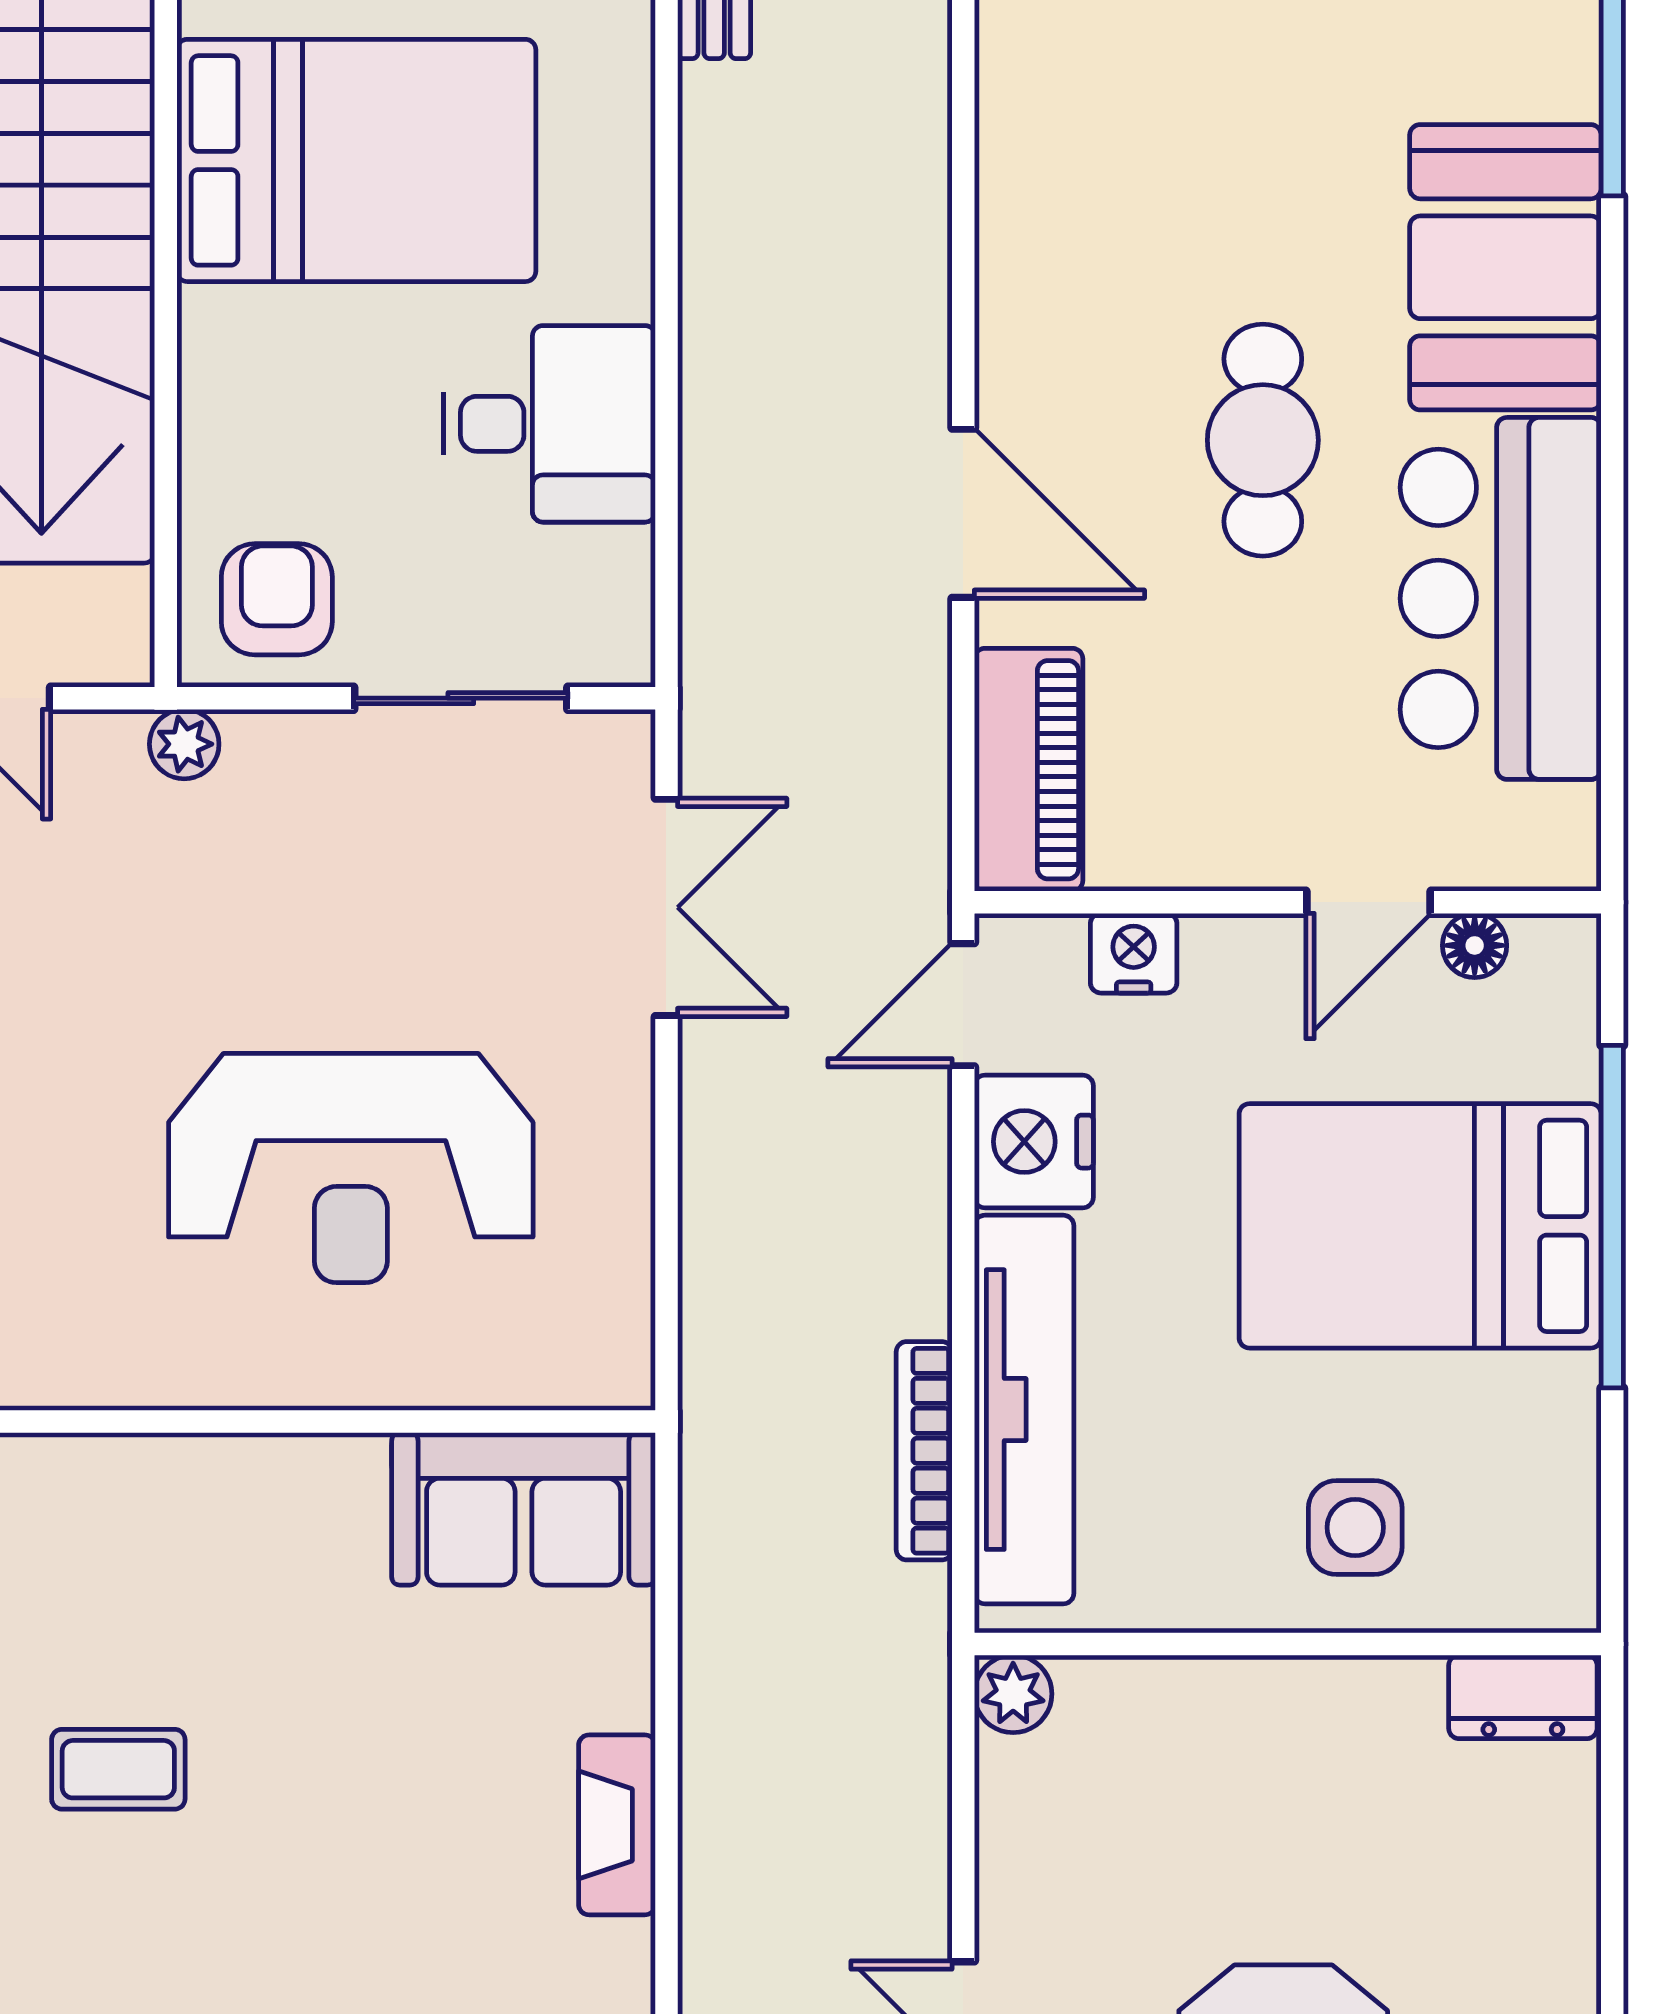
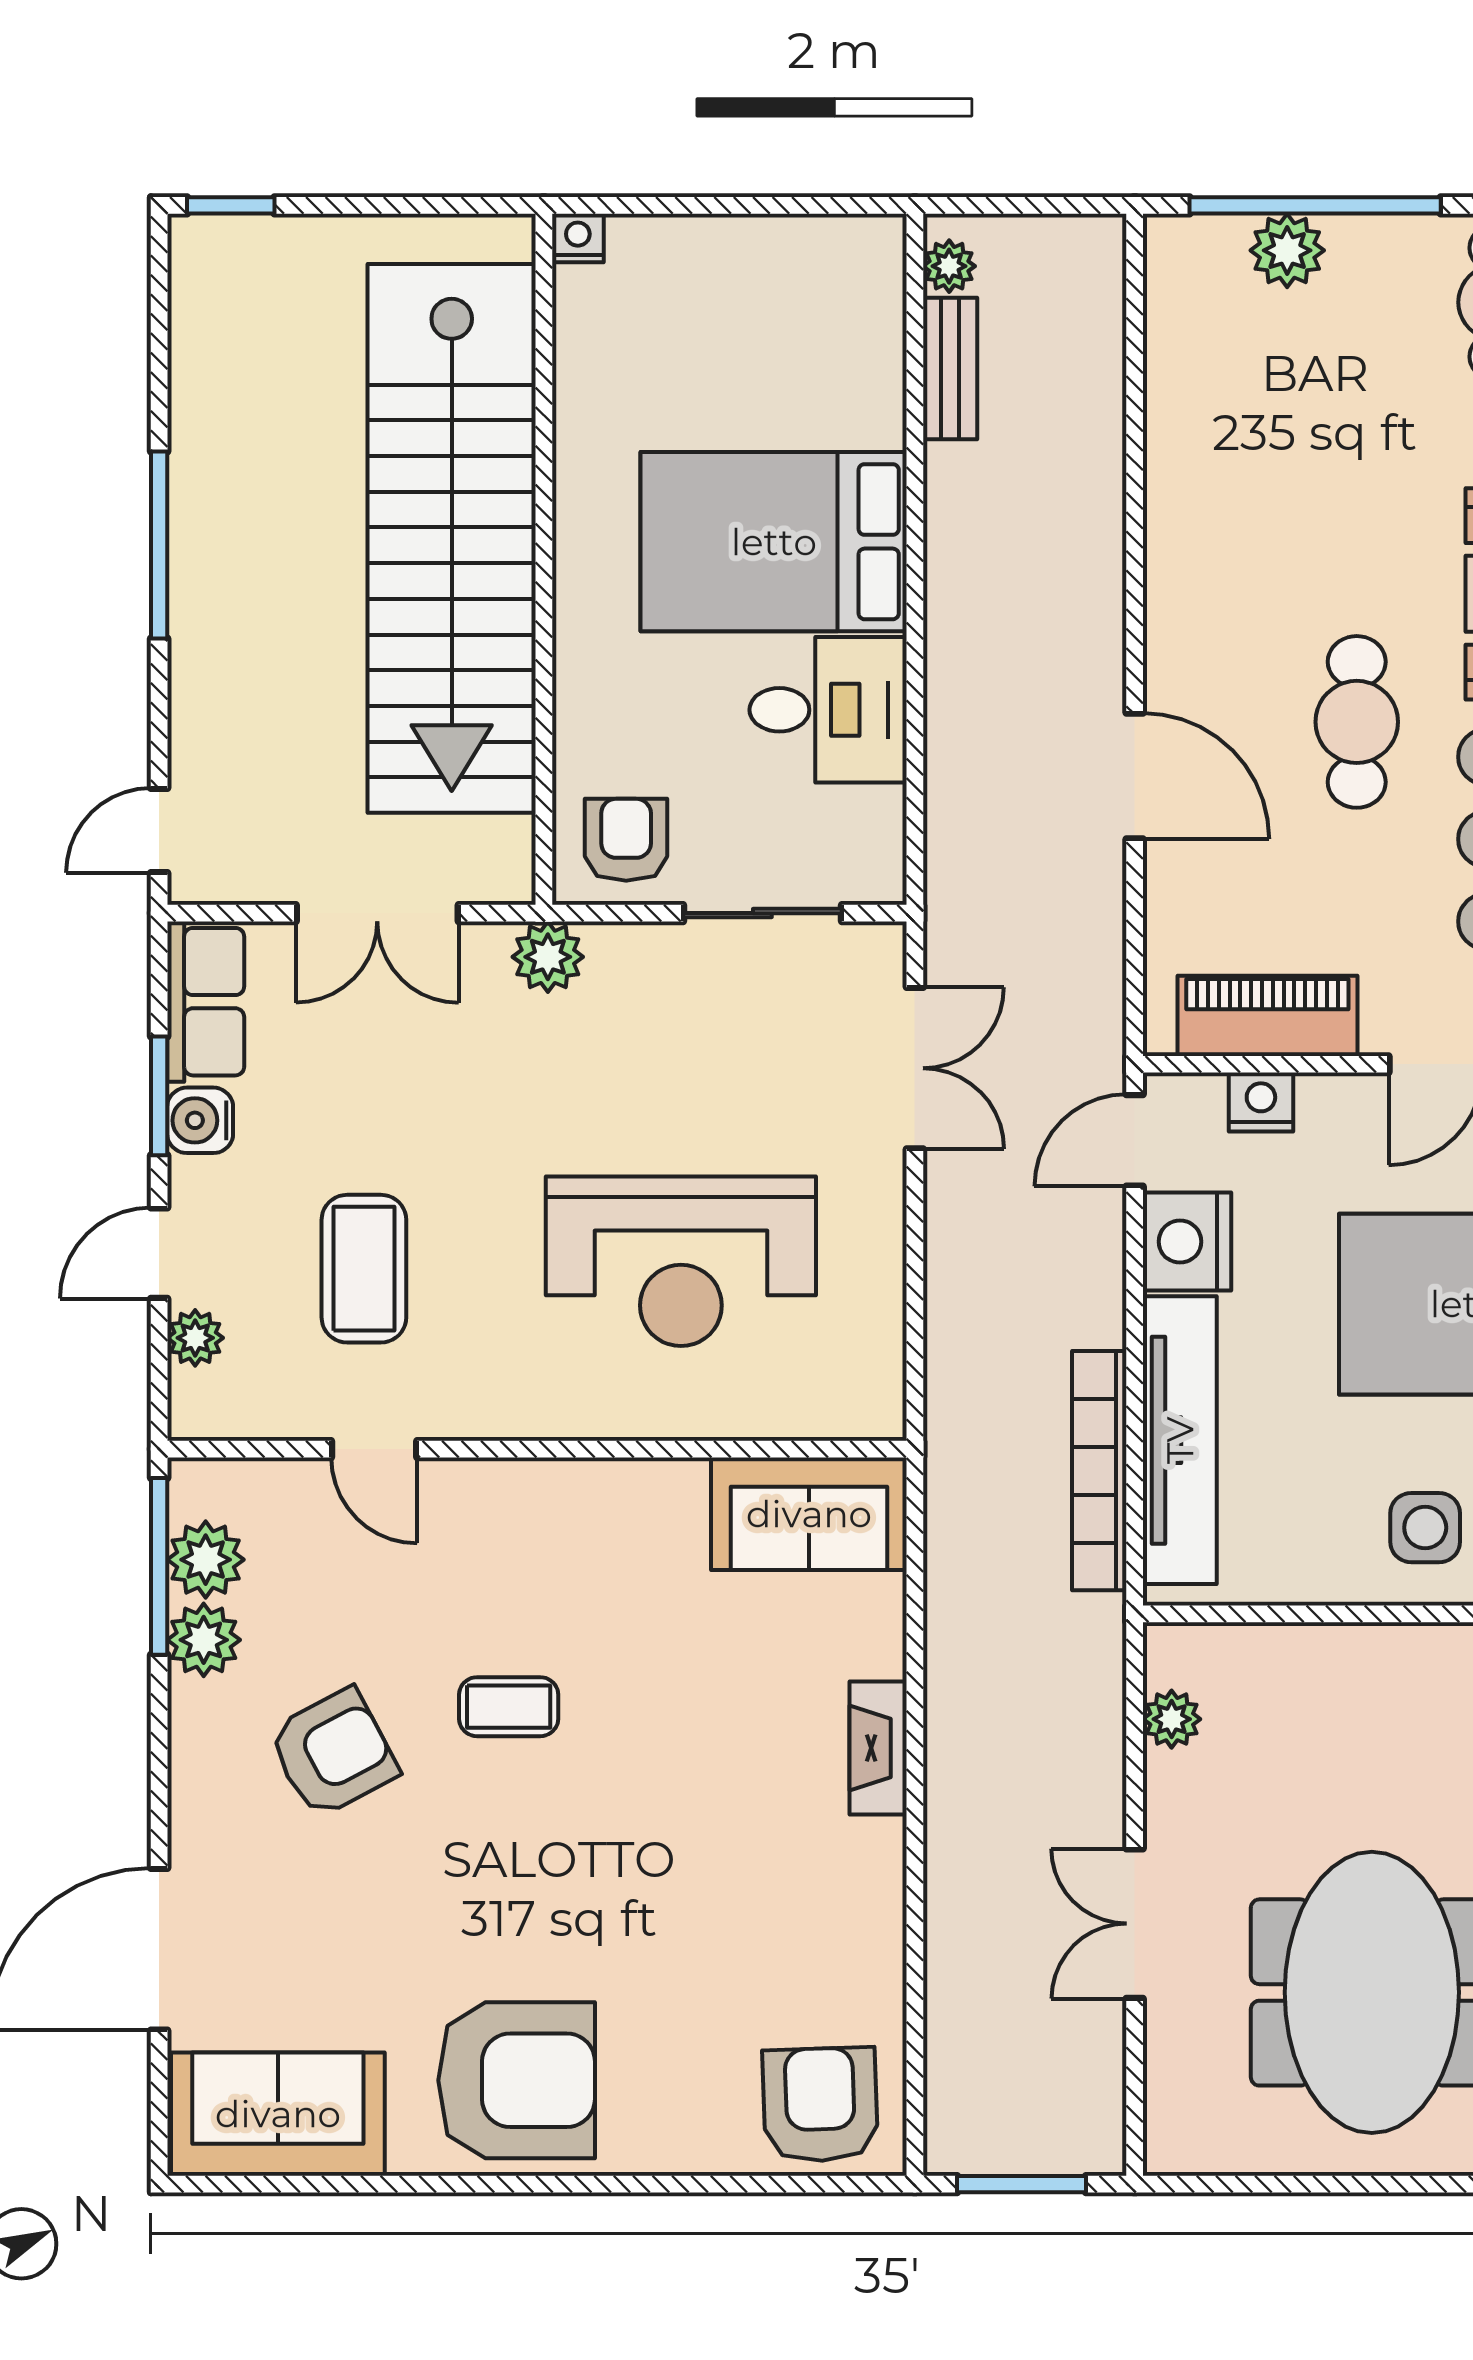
bed: (356, 160) -> (774, 542), moved, turned 180
plant: (184, 744) -> (548, 957), width x1.38, depth x1.38
piano: (1029, 770) -> (1267, 1016), moved, turned -90
bookcase: (924, 1451) -> (1099, 1471), width x1.48, depth x1.31
plant: (1013, 1694) -> (1172, 1719), moved

